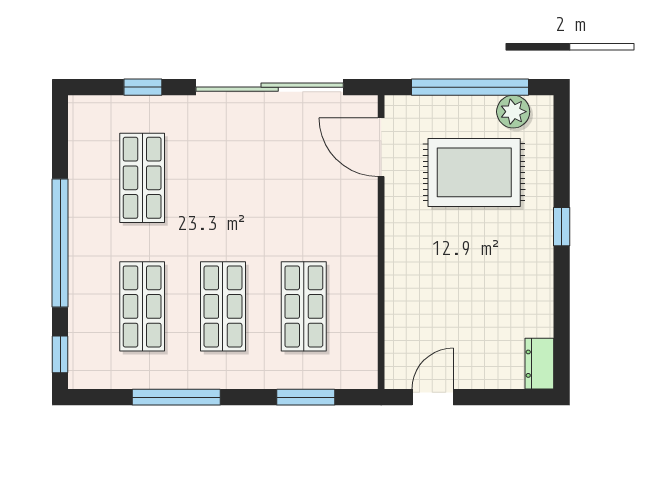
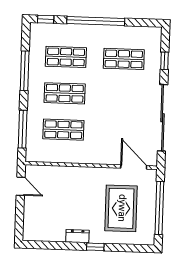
plant: (513, 112) -> (148, 227), removed
door: (381, 147) -> (134, 167), hinge flipped
dresser: (539, 364) -> (77, 236), moved
window: (306, 397) -> (23, 129), width x1.44

